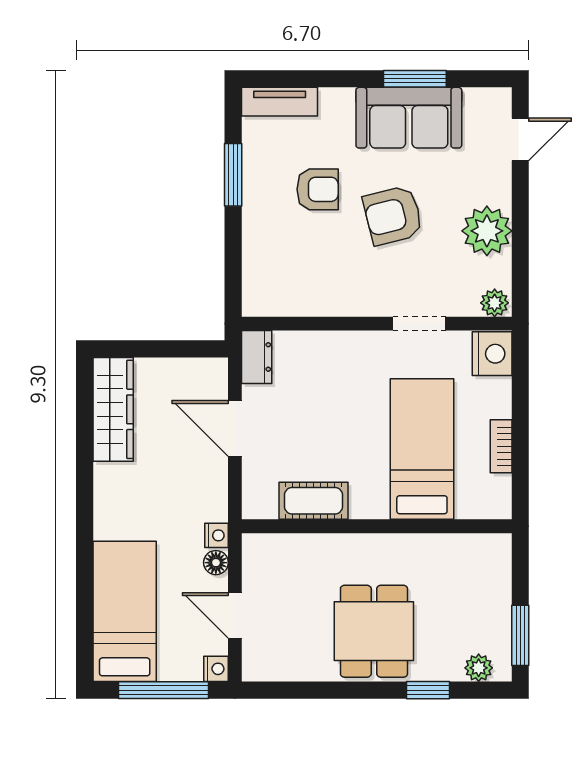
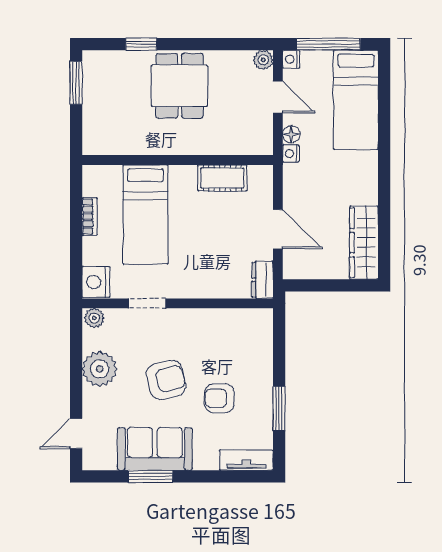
plant: (479, 668) -> (263, 60), moved

